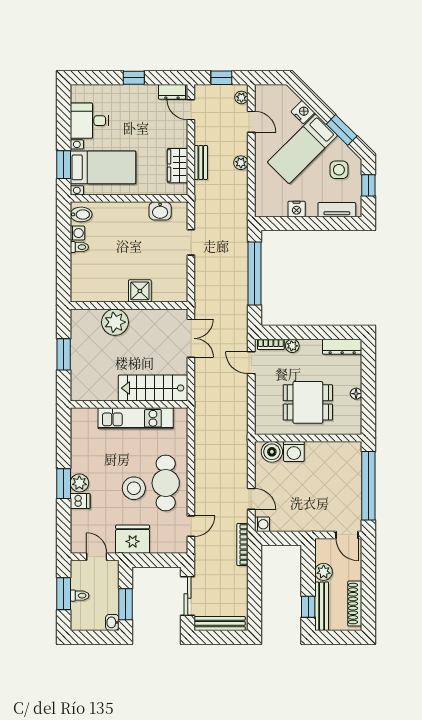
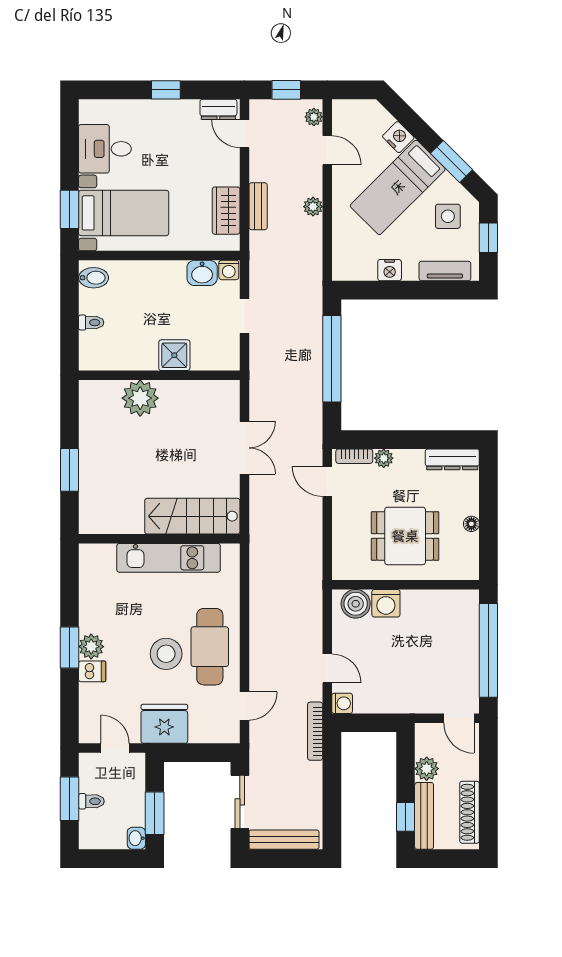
washing machine: (77, 233) -> (229, 270), moved, turned 90
shower: (140, 291) -> (174, 355), moved
wall: (129, 306) -> (159, 375), moved
plant: (115, 322) -> (140, 398), moved

